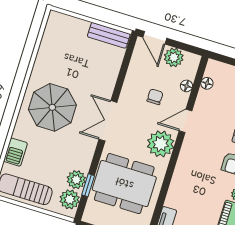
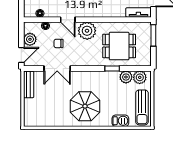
double door: (108, 121) -> (57, 68), moved
dining table: (124, 184) -> (119, 46), width x0.73
window: (88, 185) -> (112, 68), moved

